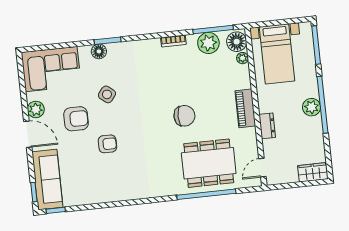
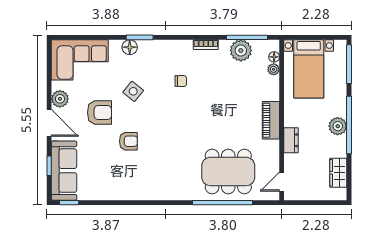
floor lamp: (237, 42) -> (274, 57), width x0.53, depth x0.53
chair: (184, 116) -> (181, 81), moved, width x0.54, depth x0.54
wardrobe: (313, 172) -> (338, 173), moved, turned -90
window: (34, 192) -> (49, 166), moved

